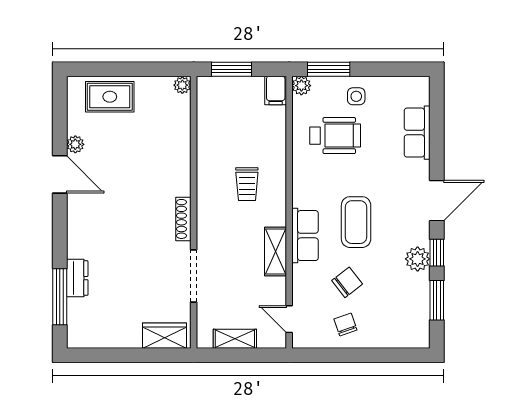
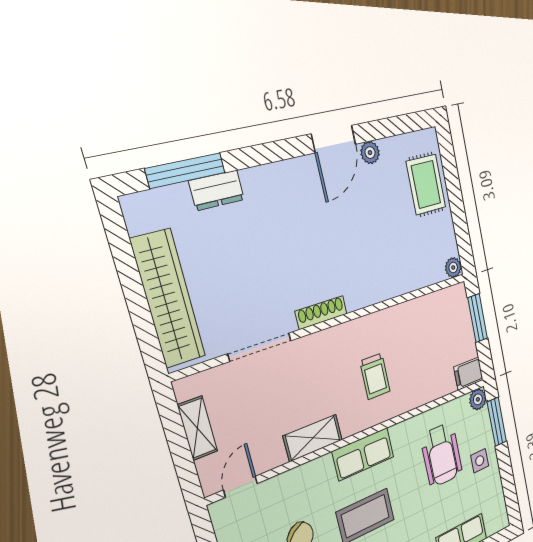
trolley: (247, 184) -> (375, 376), turned -90
row of seats: (305, 236) -> (363, 454), moved
wardrobe: (165, 336) -> (168, 299), width x2.10, depth x1.17

